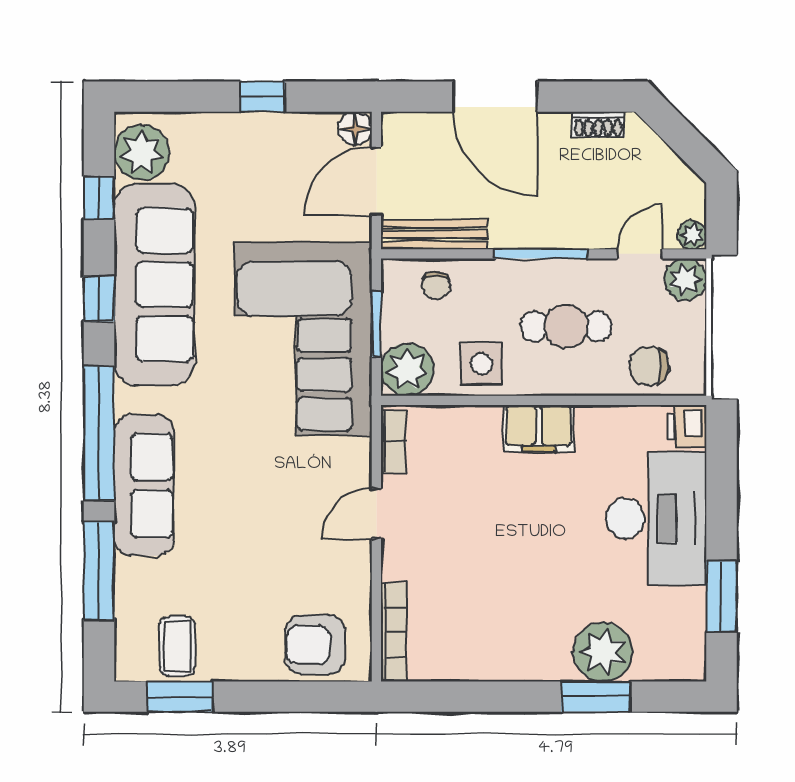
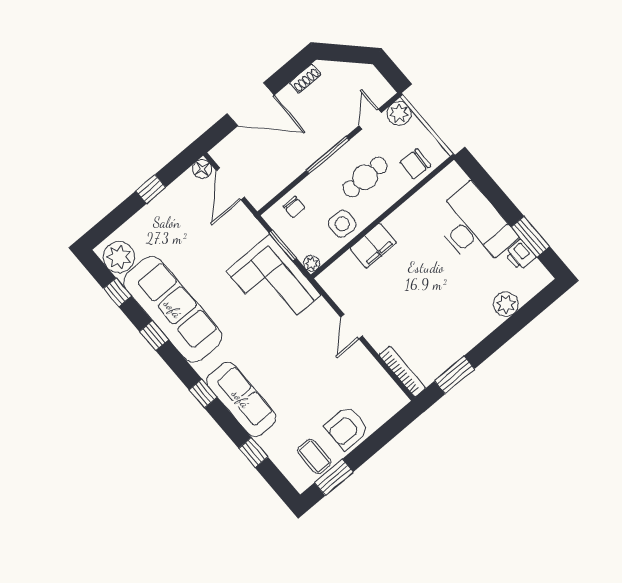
bench: (434, 234) -> (275, 186), removed
plant: (692, 235) -> (386, 92), removed
corner sofa: (303, 339) -> (274, 283), width x0.73, depth x0.74
plant: (407, 370) -> (312, 263), width x0.53, depth x0.53
printer: (687, 427) -> (520, 255), moved
filing cabinet: (539, 428) -> (373, 246), moved
window: (99, 433) -> (203, 393), width x0.32
bookcase: (393, 441) -> (333, 290), removed
window: (99, 571) -> (253, 453), width x0.46
armchair: (315, 645) -> (347, 428), moved
plant: (603, 652) -> (506, 304), width x0.73, depth x0.73
window: (596, 697) -> (455, 375), moved

